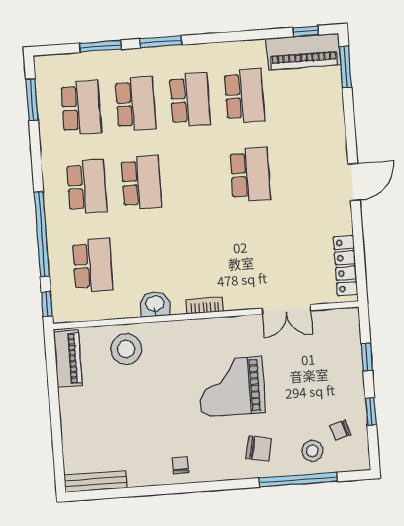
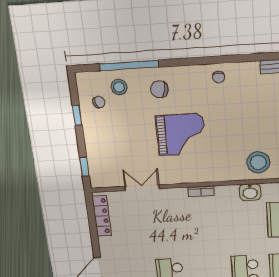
washbasin: (155, 304) -> (250, 192), moved
window: (367, 357) -> (85, 167), moved

